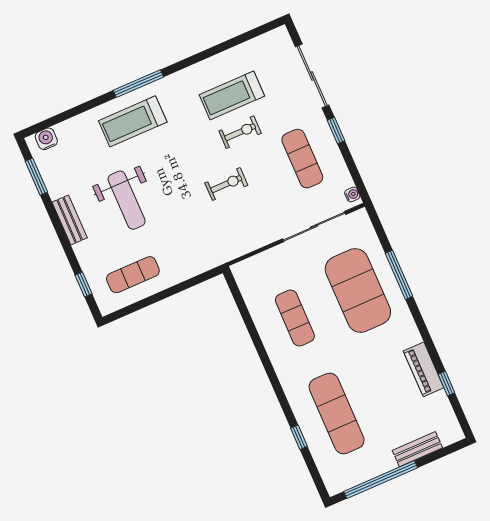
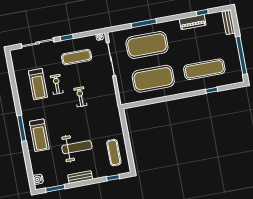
exercise mat: (295, 318) -> (153, 79), width x2.00, depth x1.45
bench: (417, 449) -> (229, 22), moved

